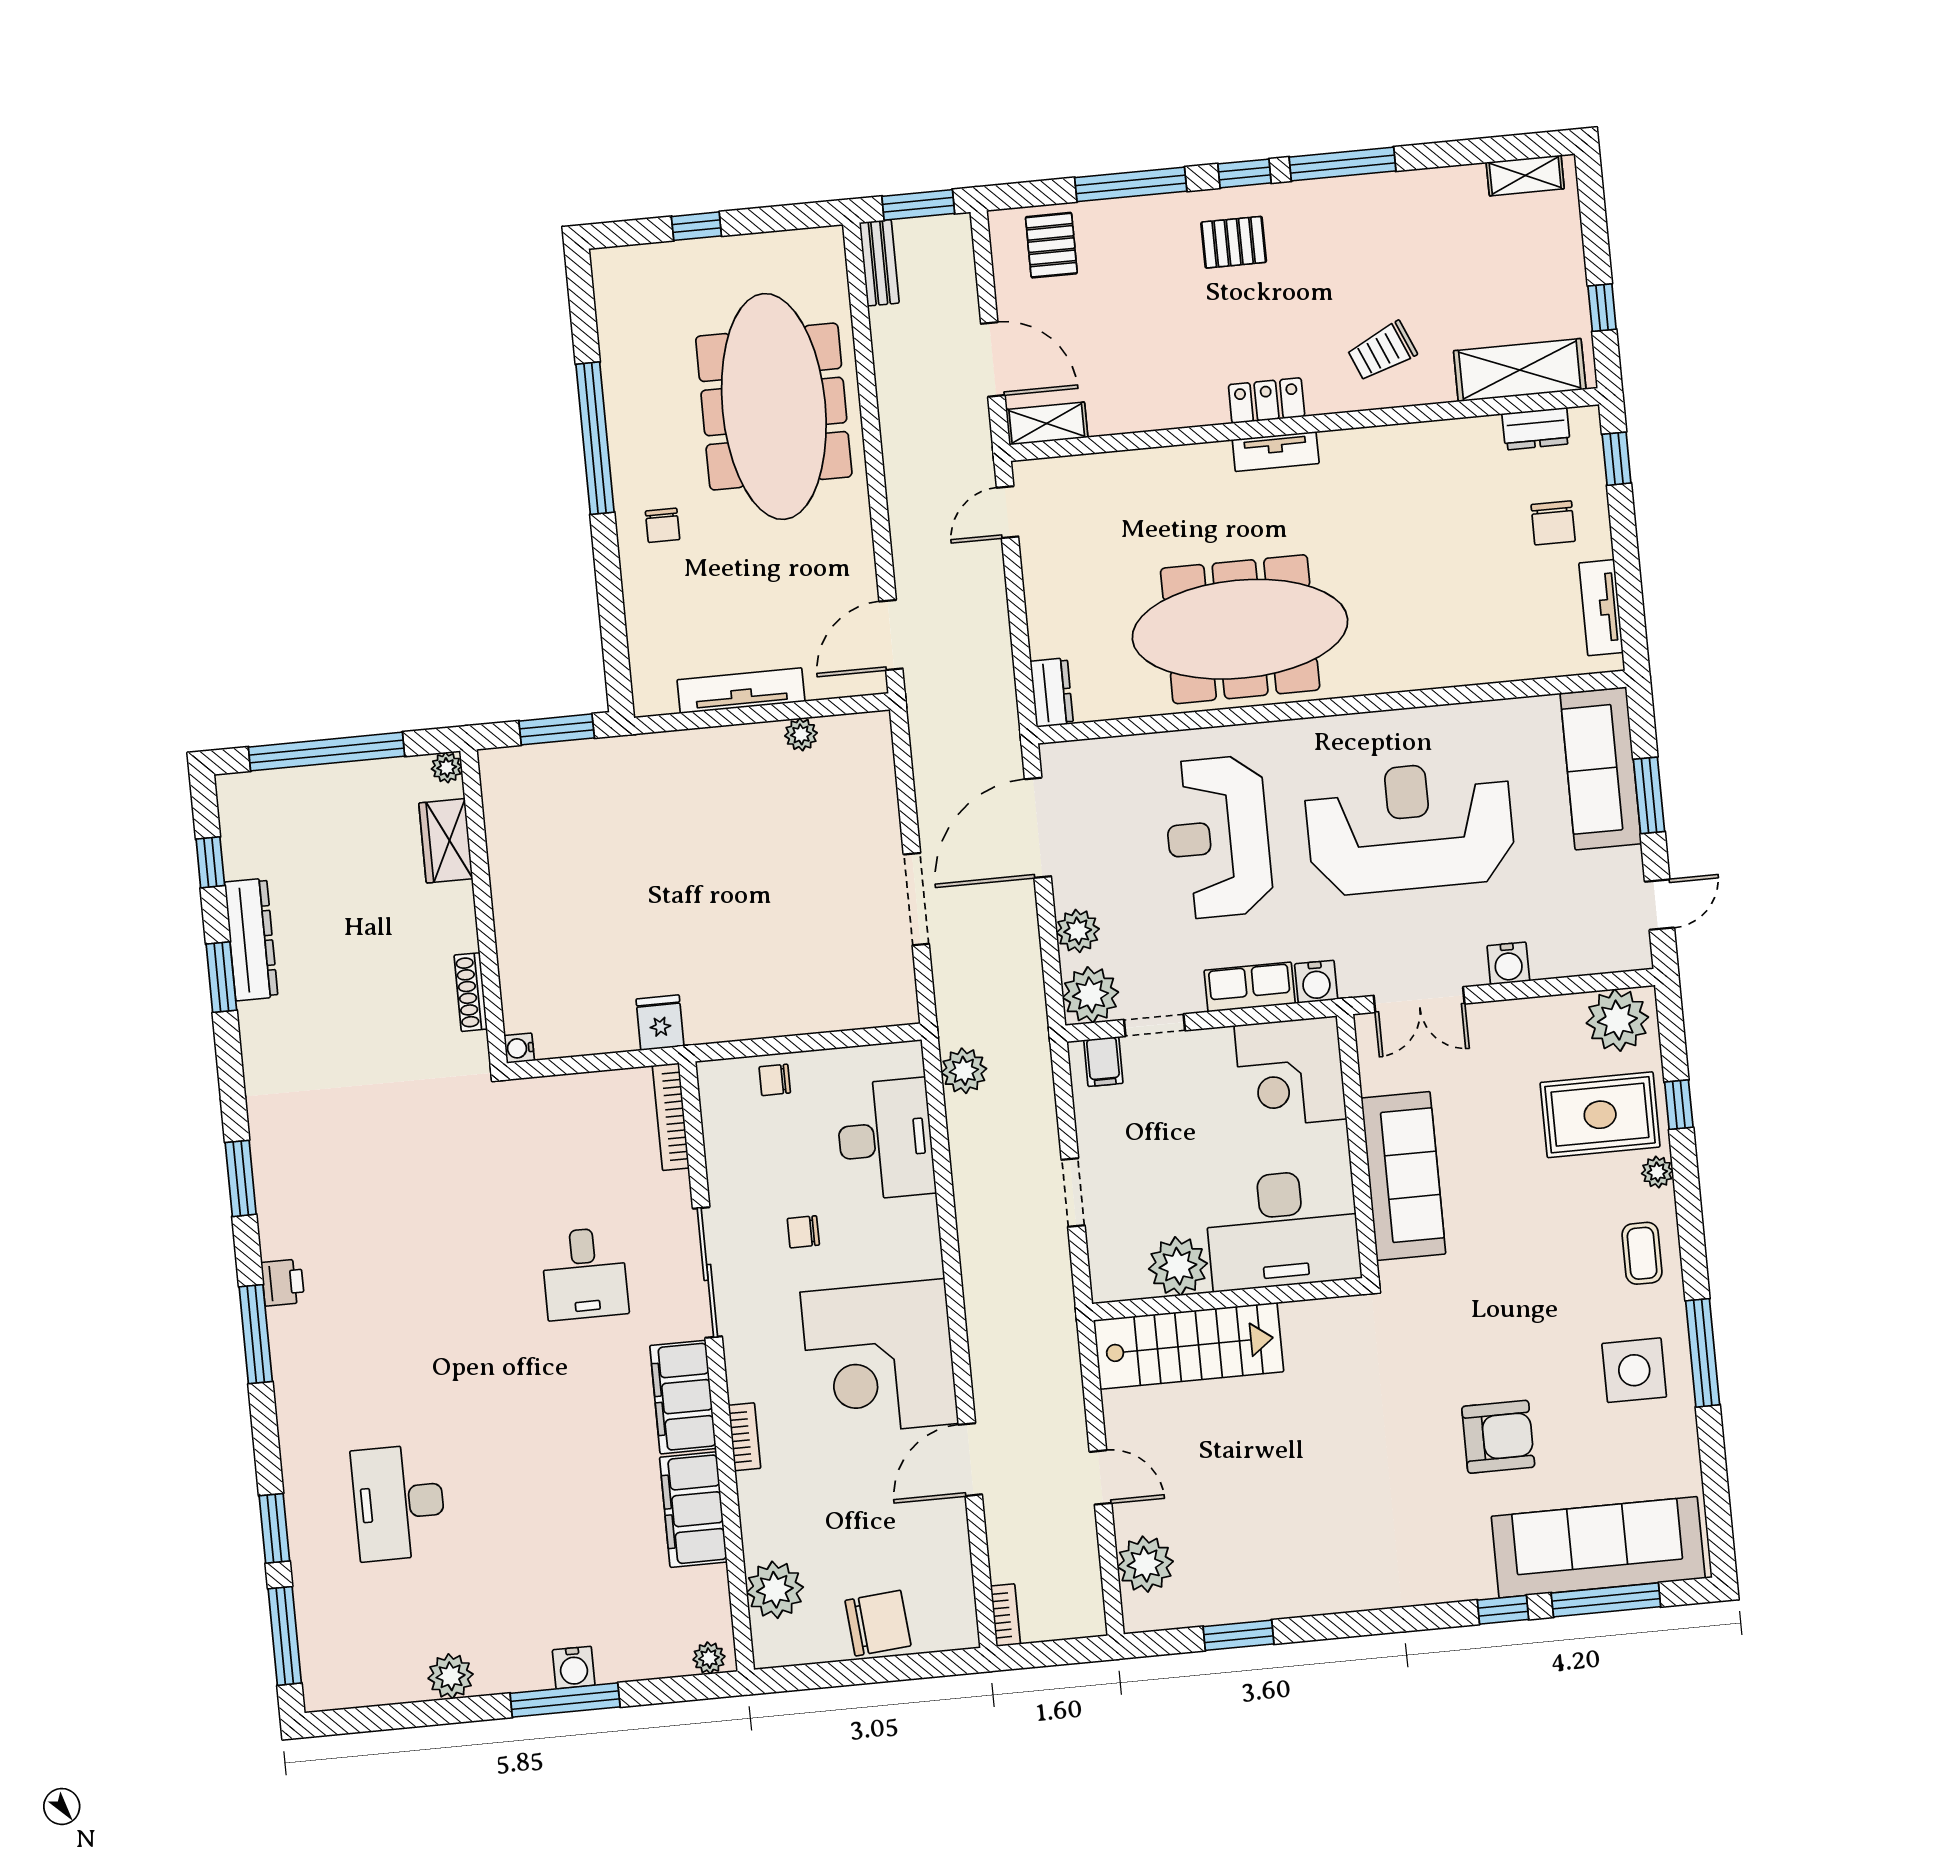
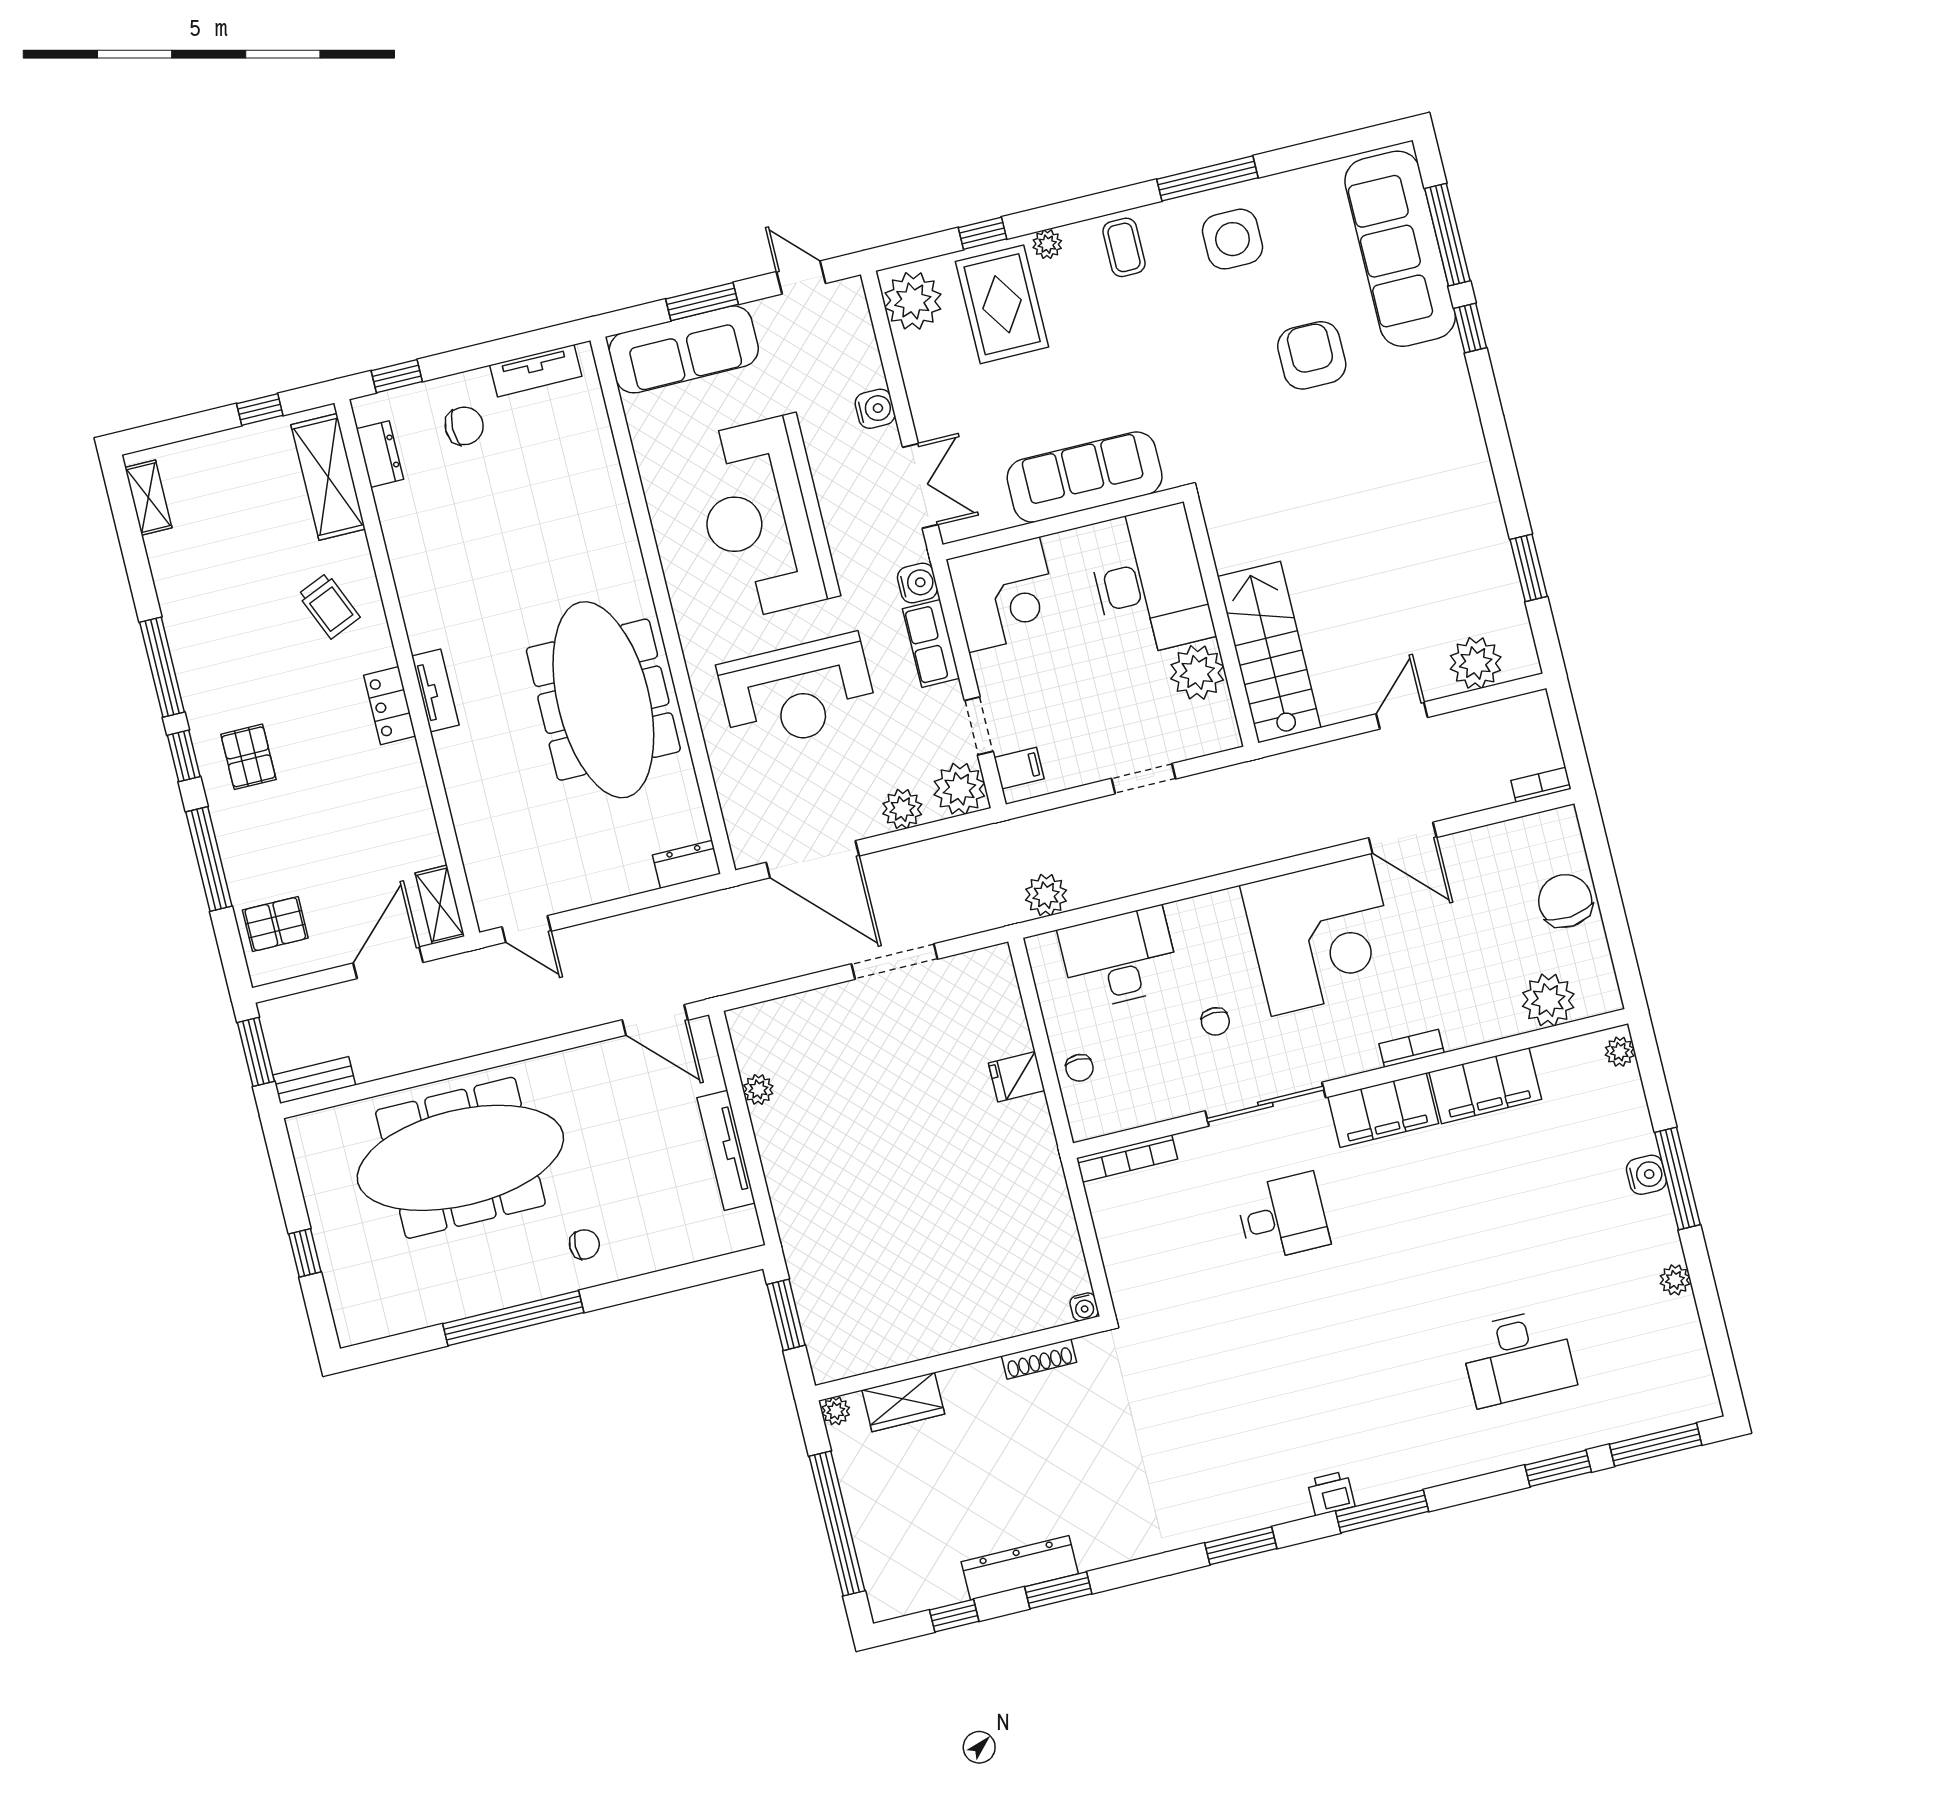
fridge: (660, 1023) -> (1017, 1077), moved
coffee table: (1642, 1253) -> (1124, 247), turned 90
plant: (451, 1676) -> (1675, 1280), width x0.73, depth x0.73

